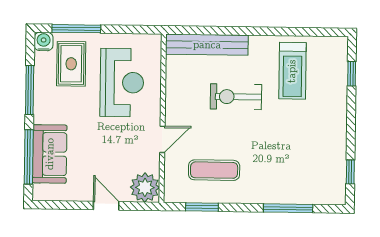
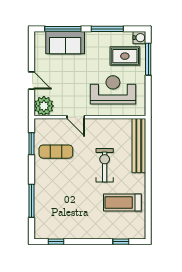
reception desk: (122, 83) -> (113, 90), turned 180
exercise mat: (214, 170) -> (56, 152), turned 90
door: (106, 206) -> (31, 81), hinge flipped

